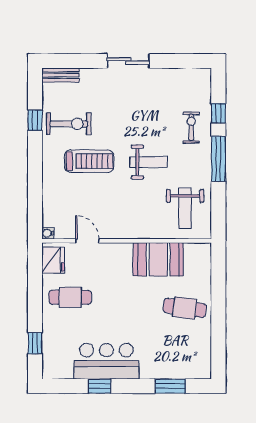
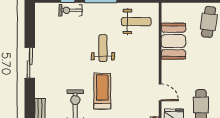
exercise bike: (191, 127) -> (71, 10), moved
door: (87, 241) -> (160, 92), swing flipped

